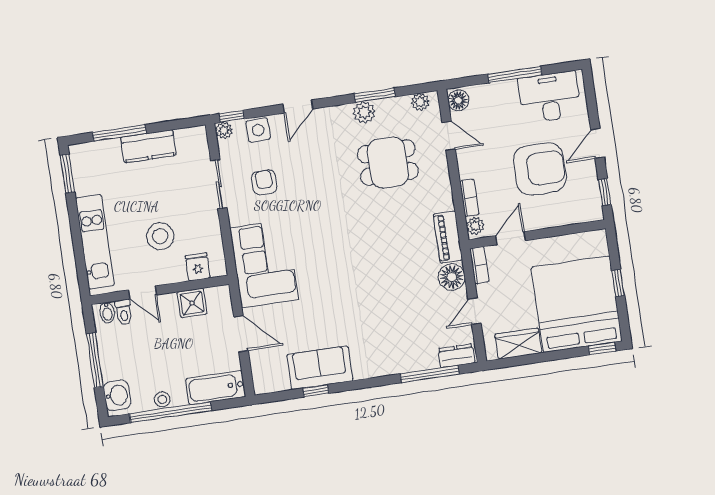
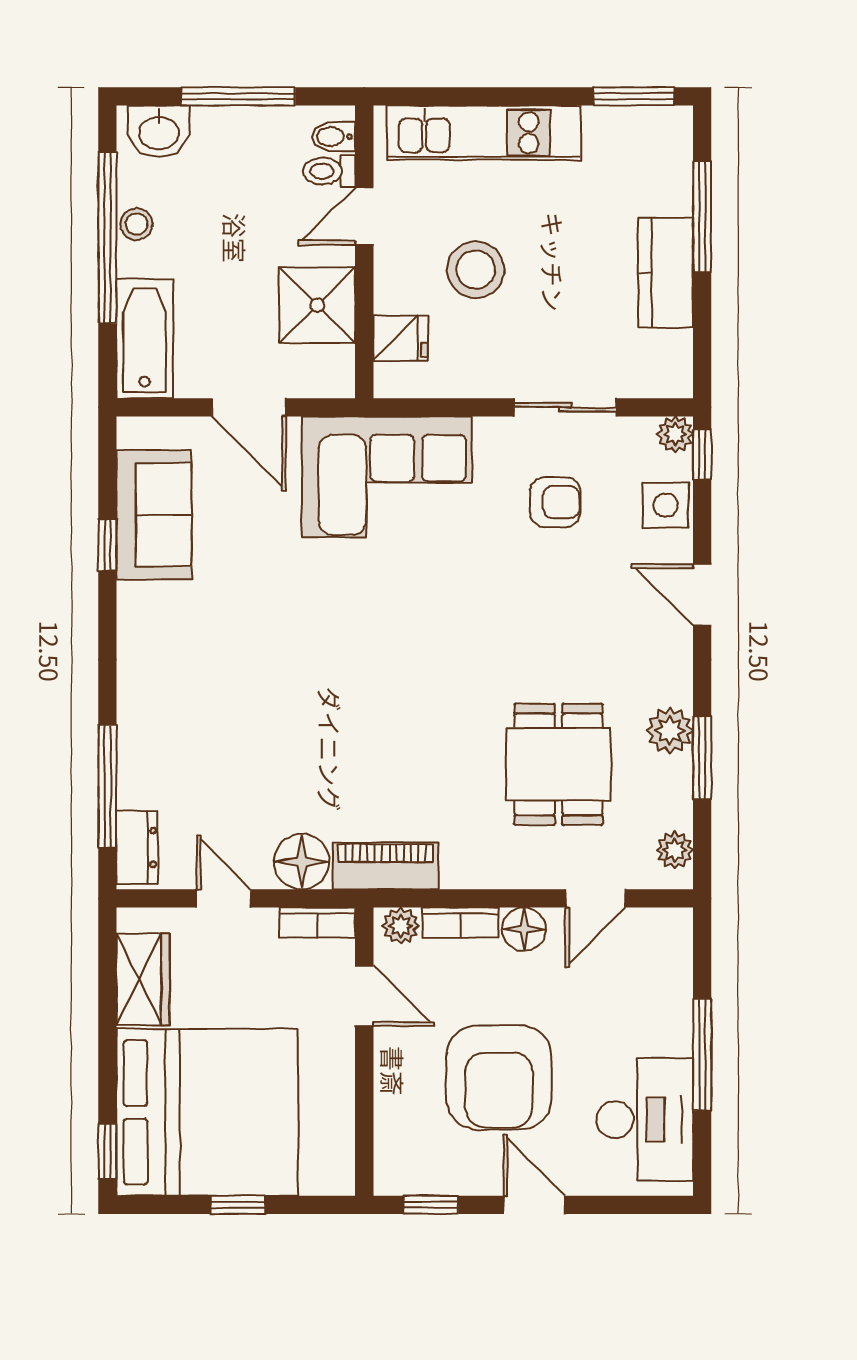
floor lamp: (458, 100) -> (524, 929), moved
shower: (192, 303) -> (317, 305), width x1.36, depth x1.36
door: (241, 334) -> (249, 407), hinge flipped
sofa: (320, 368) -> (154, 515), moved

